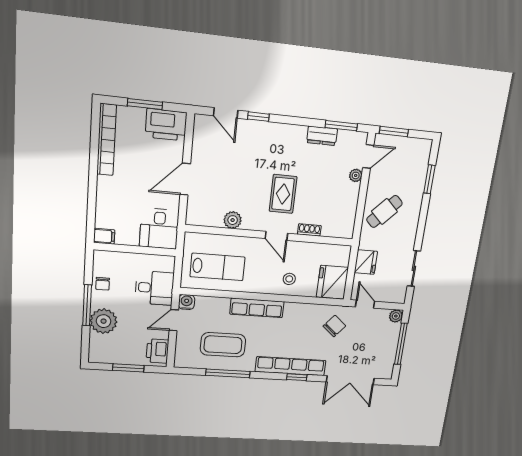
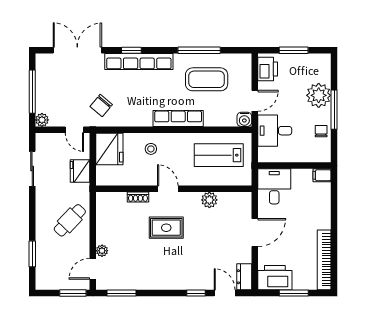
dresser: (322, 136) -> (244, 277), moved, turned -90
rug: (283, 194) -> (166, 228), turned 90

